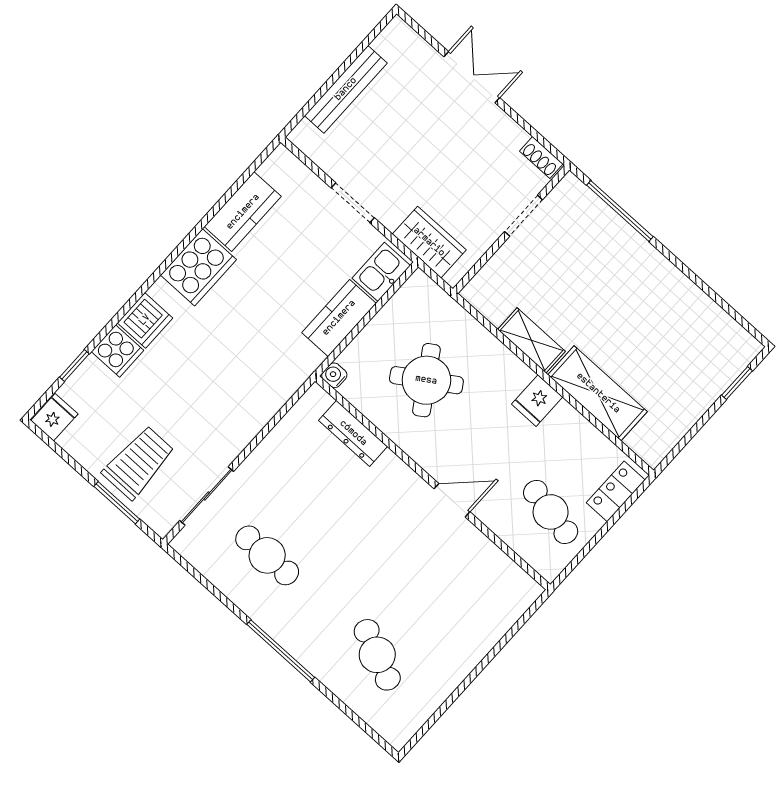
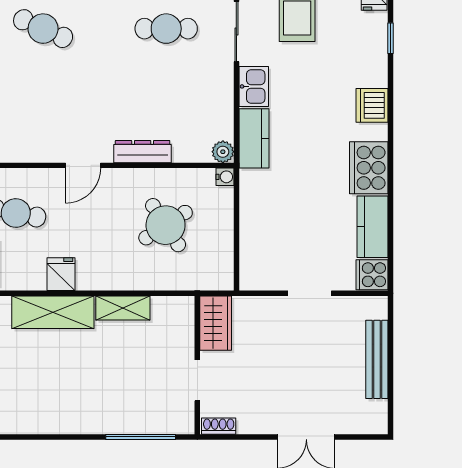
wardrobe: (429, 242) -> (216, 323), moved, turned -90
kitchen sink: (381, 272) -> (254, 86), moved
kitchen counter: (339, 318) -> (254, 138), moved
cooker: (118, 351) -> (372, 275), moved
plant: (316, 399) -> (223, 152), added
fridge: (537, 401) -> (61, 274), moved
dresser: (353, 433) -> (143, 152), moved

